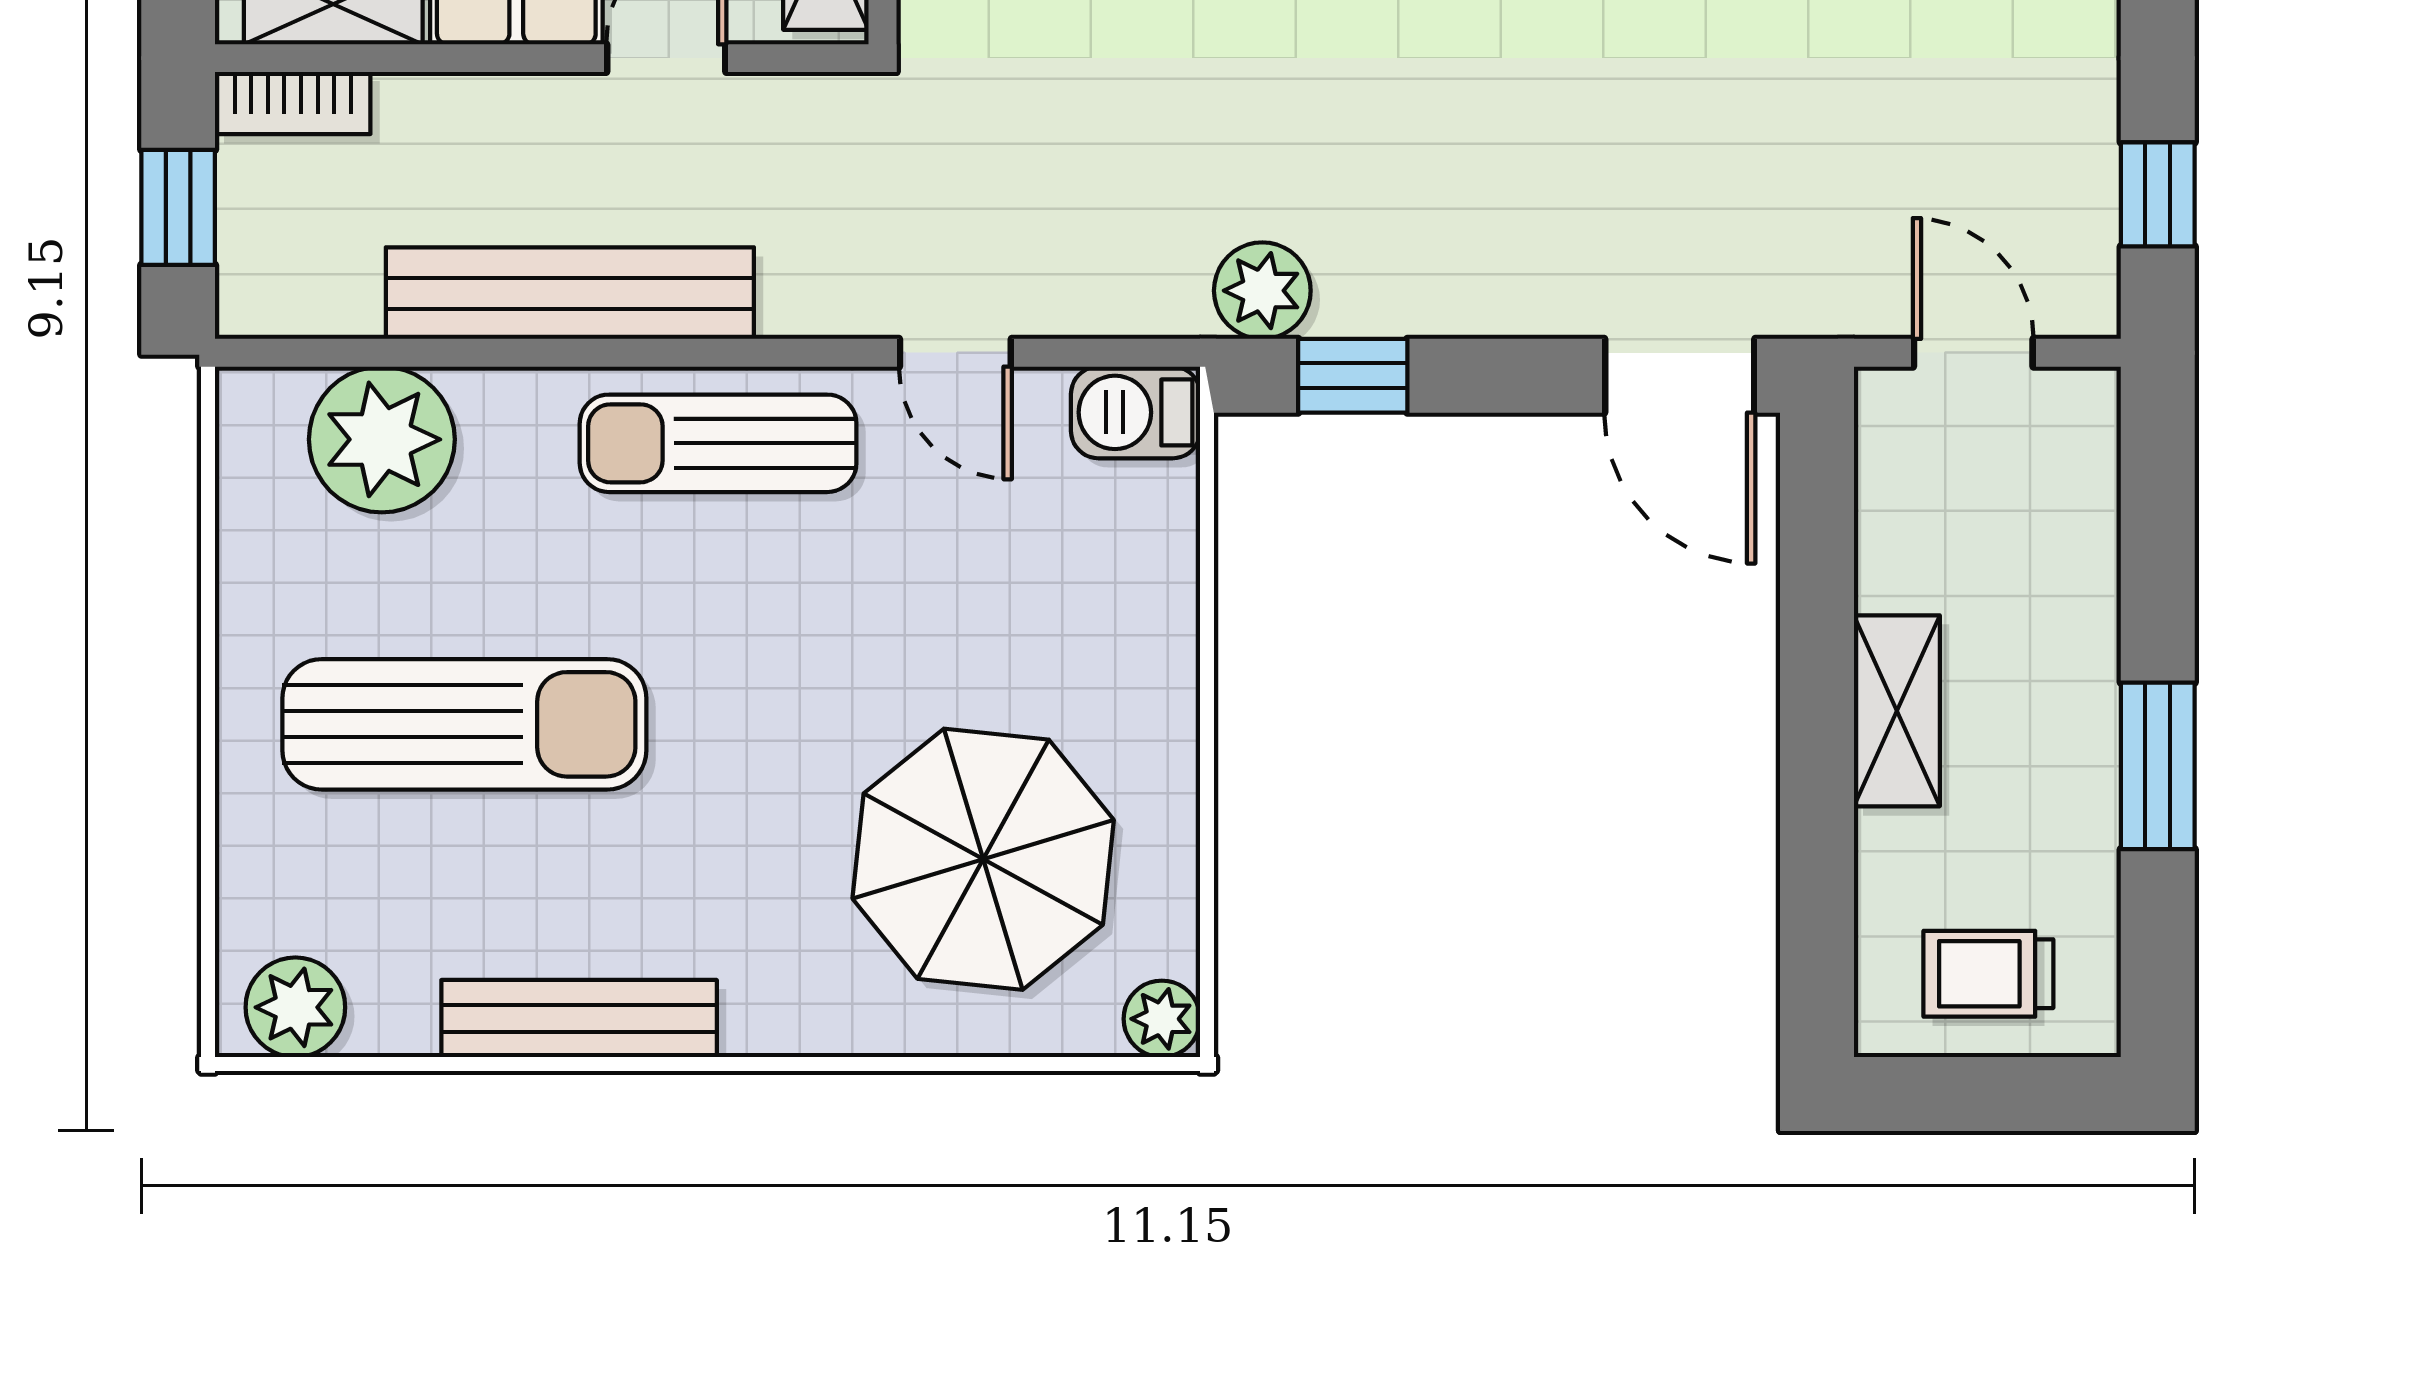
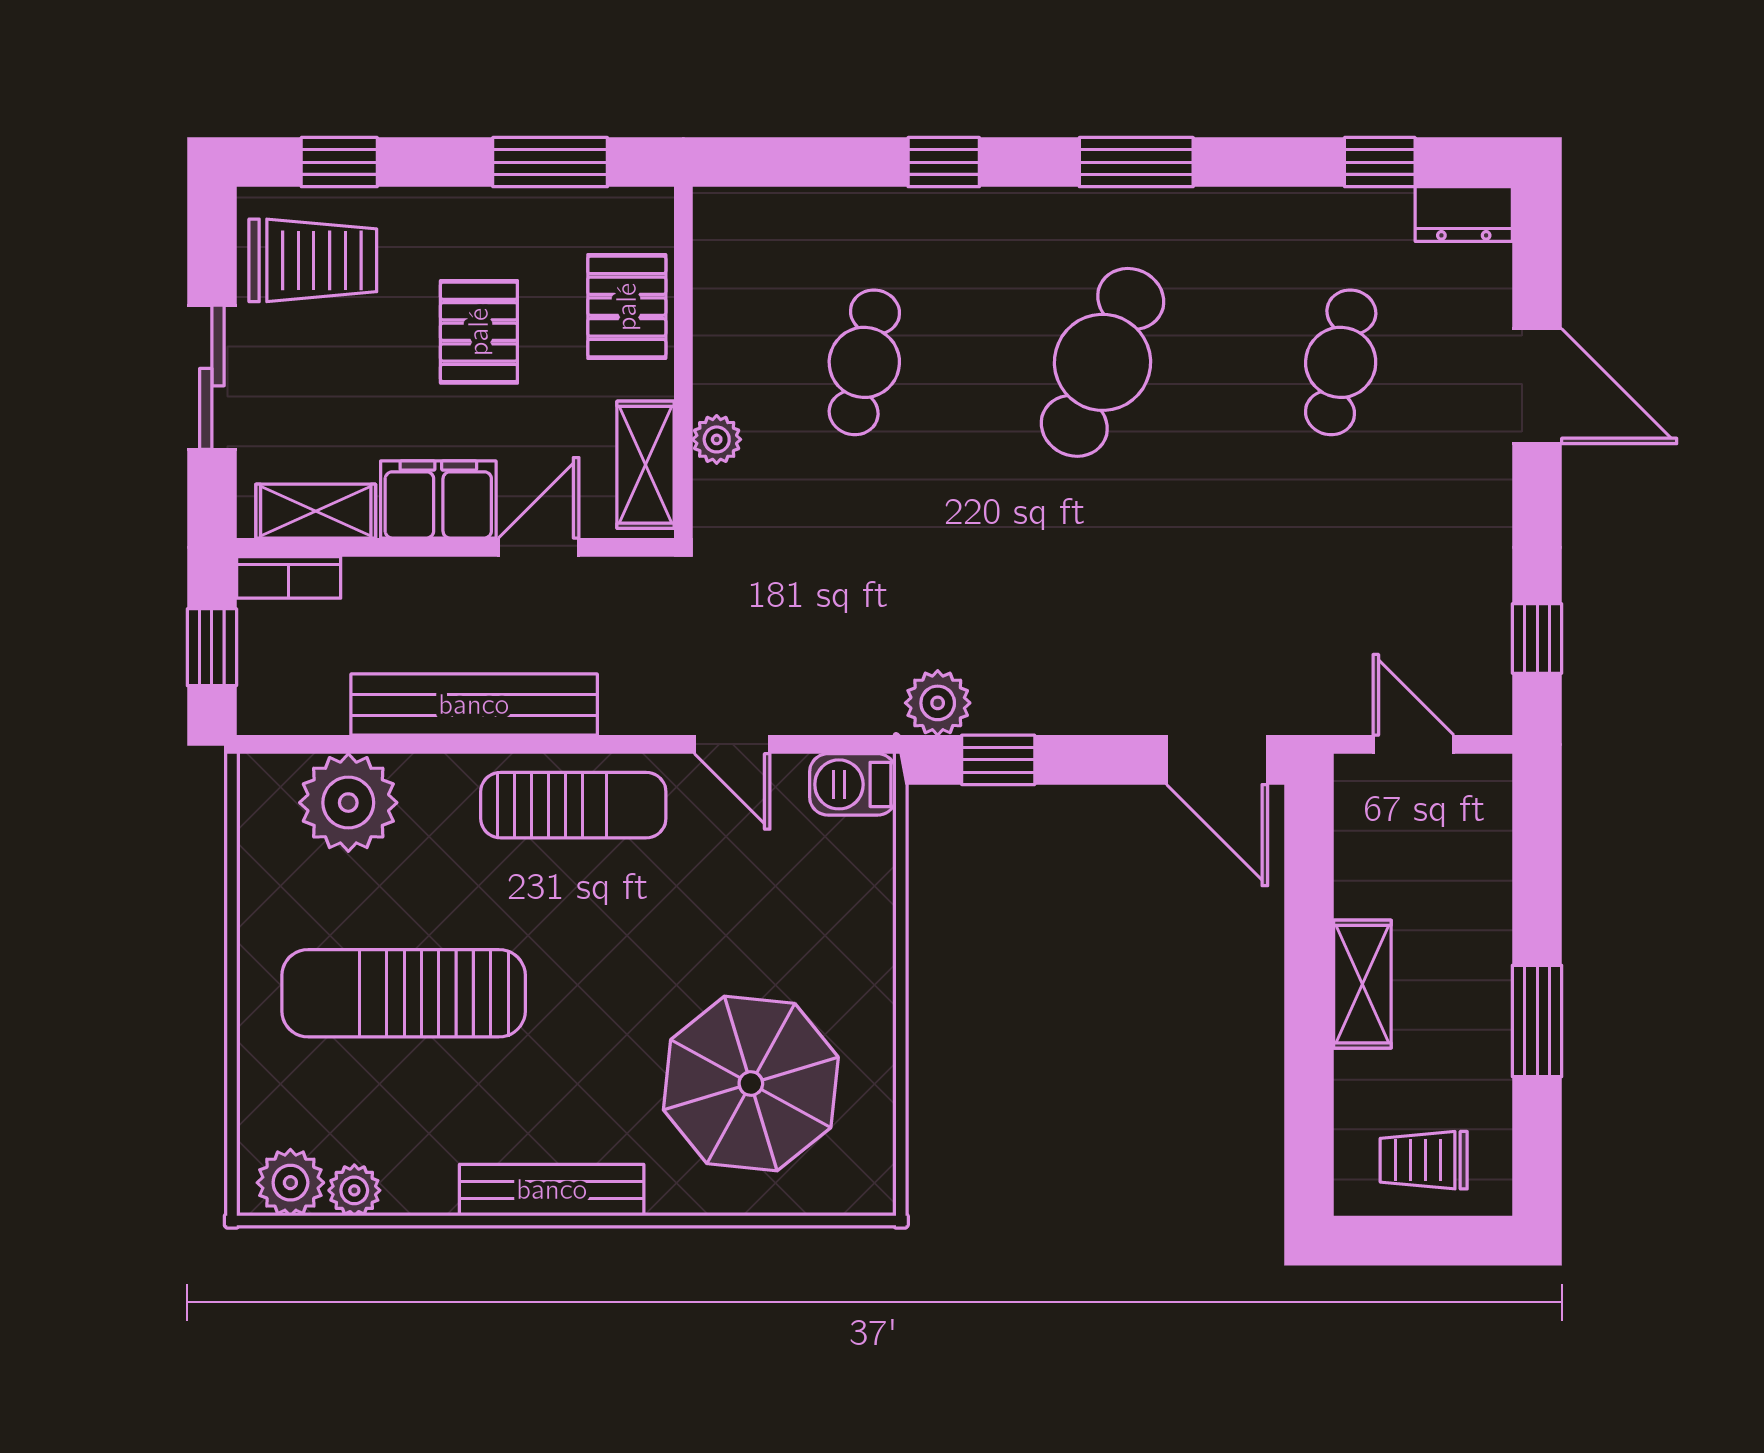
sun lounger: (718, 443) -> (573, 805), turned 180
sun lounger: (464, 724) -> (404, 993), turned 180
bench: (579, 1019) -> (552, 1190), moved
plant: (1162, 1019) -> (354, 1190), moved

